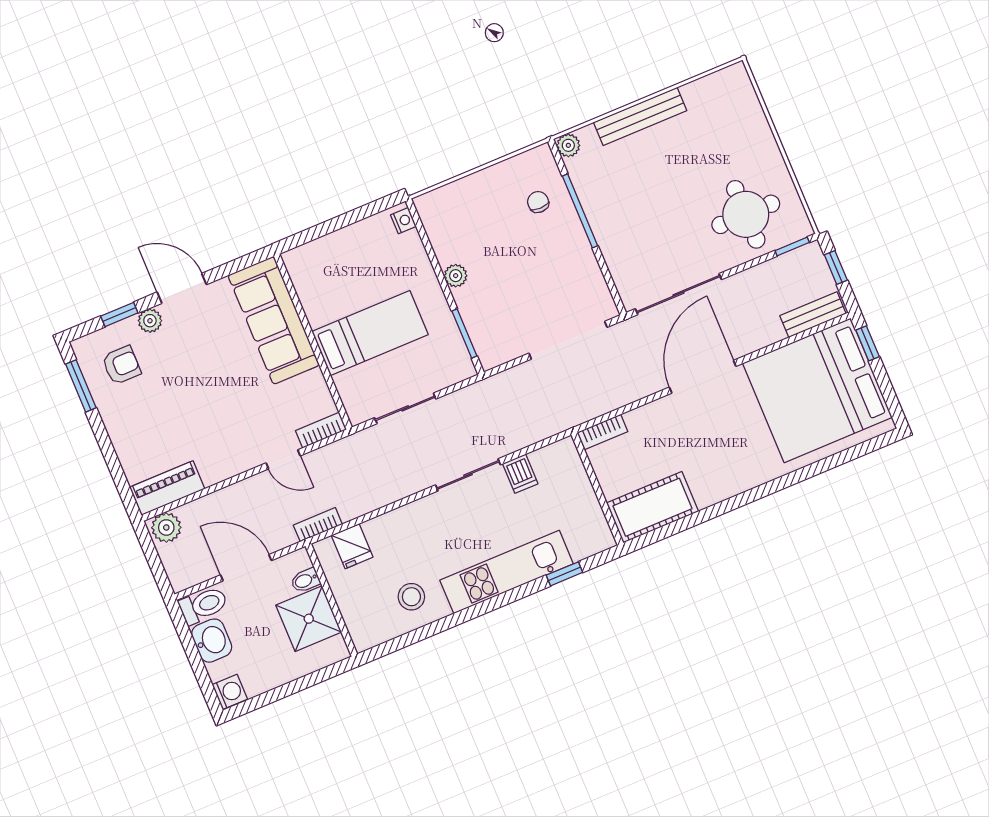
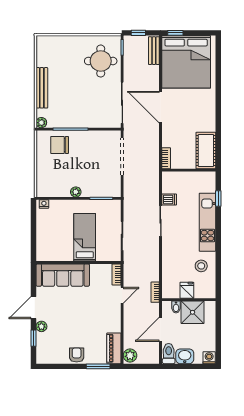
chair: (538, 202) -> (60, 145), width x1.87, depth x1.87
armchair: (121, 365) -> (77, 355), moved
window: (81, 386) -> (98, 366), moved
fridge: (352, 546) -> (187, 290), moved, turned -90

